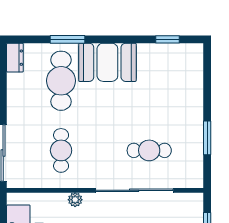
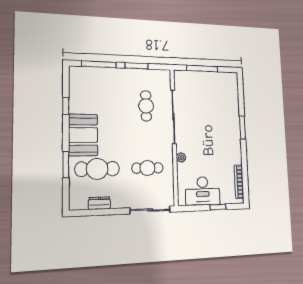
window: (168, 39) -> (66, 106), moved
dresser: (15, 58) -> (99, 203), moved
window: (207, 84) -> (99, 64), added

